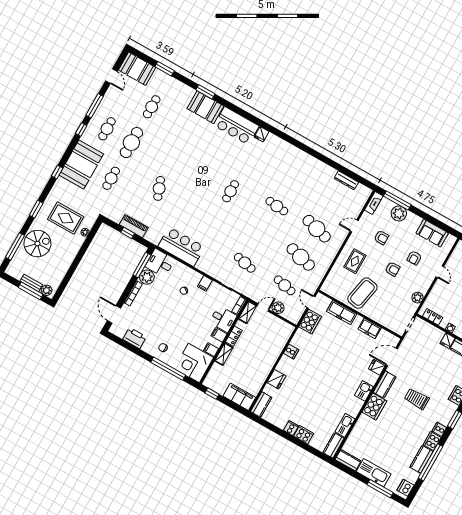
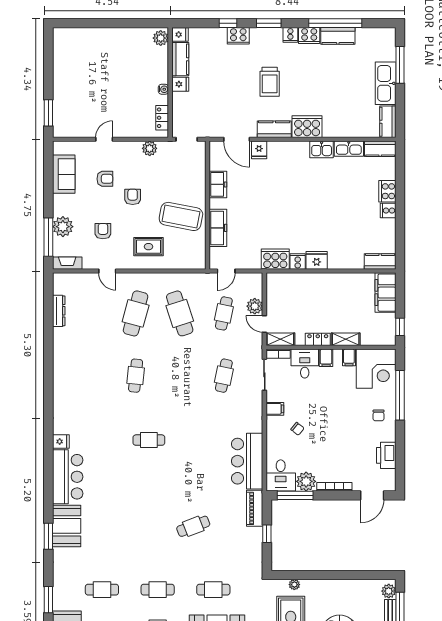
cafe table: (131, 143) -> (158, 590), width x0.73, depth x0.74
piano: (134, 226) -> (255, 508), moved
cafe table: (301, 257) -> (180, 313), turned -33
cooker: (310, 322) -> (275, 259), moved
fridge: (276, 379) -> (317, 260), moved
kitchen sink: (364, 391) -> (322, 149), moved
dishwasher: (405, 488) -> (382, 36), removed

